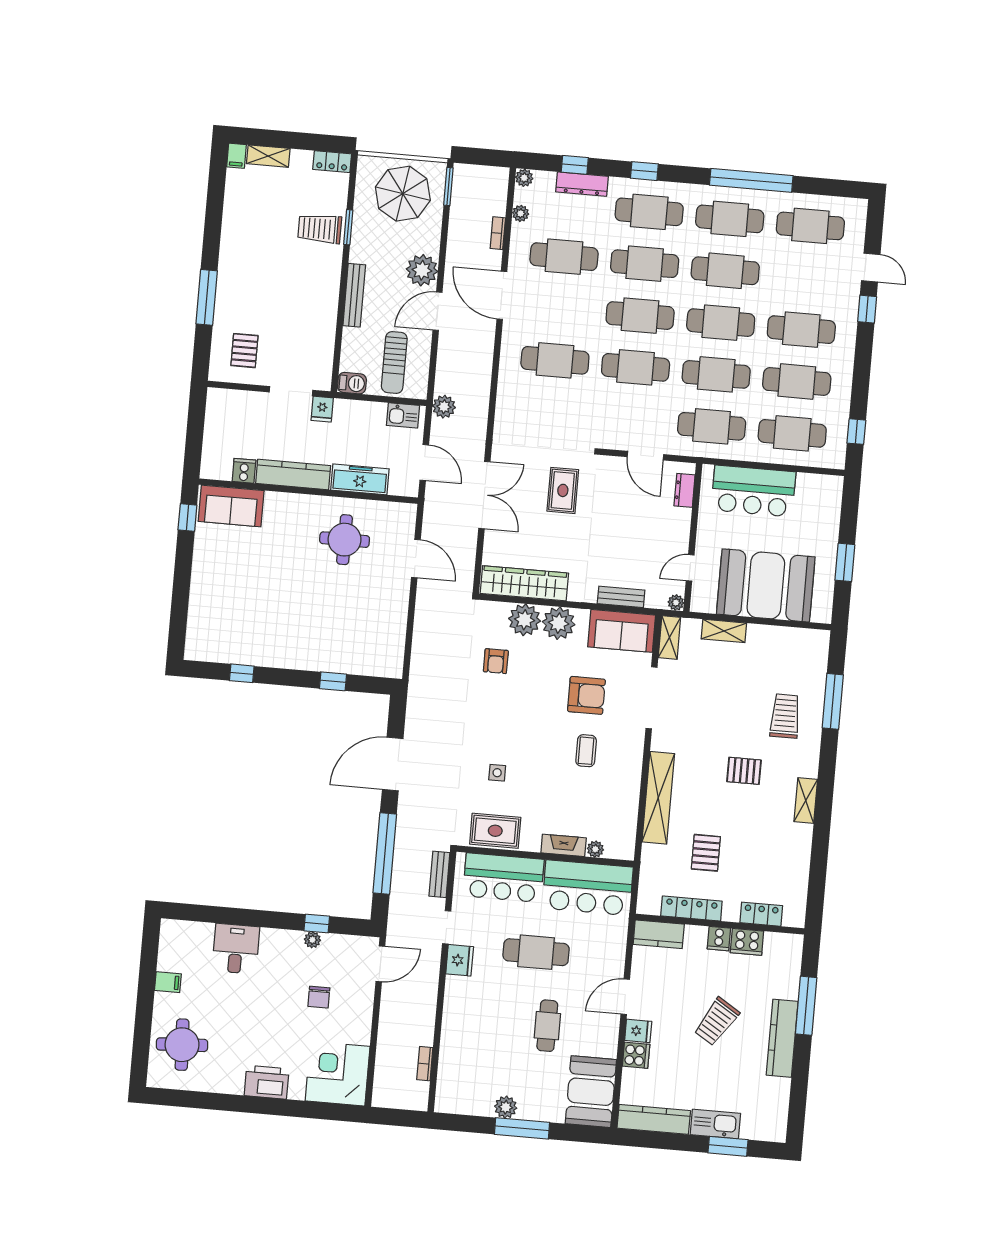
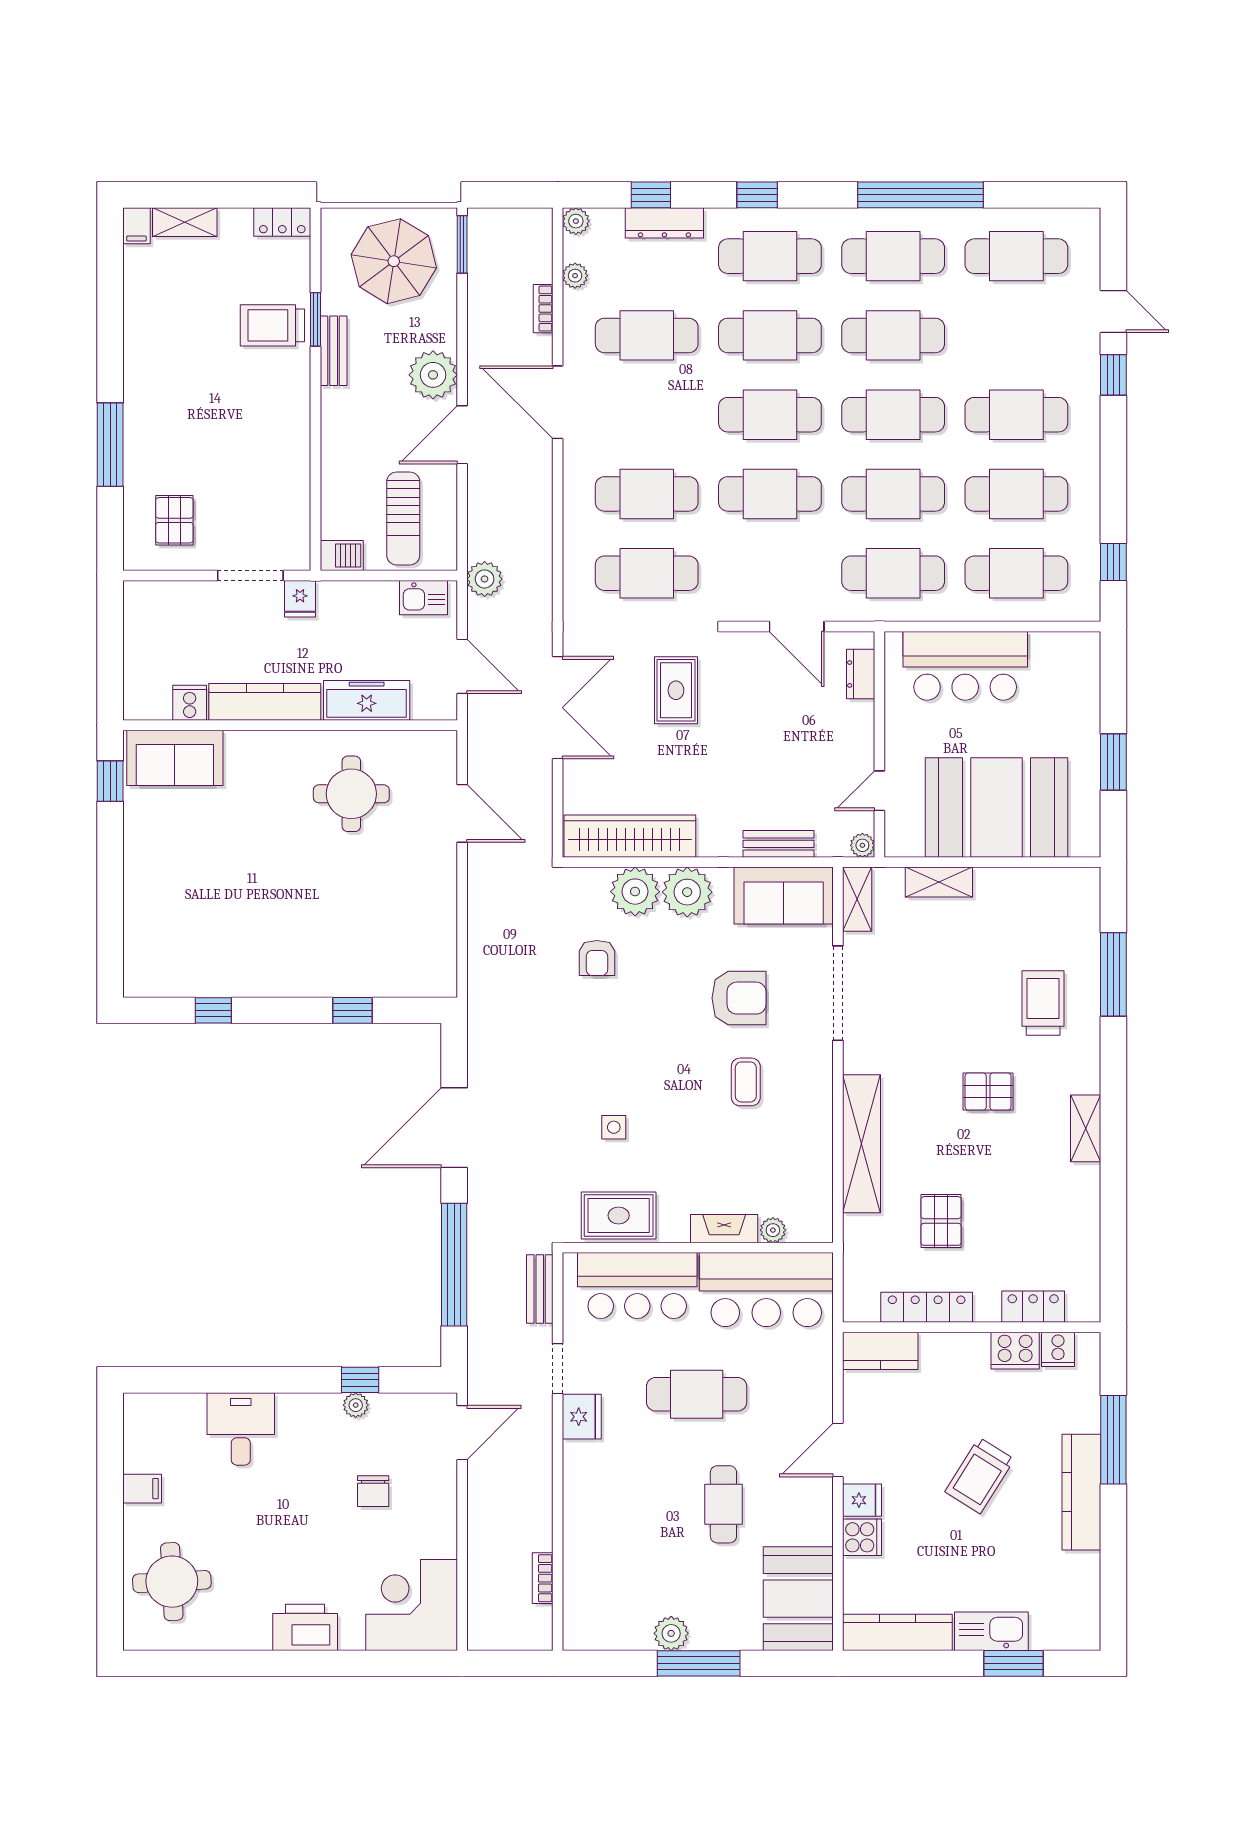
bench: (354, 295) -> (334, 351), moved, width x0.73
cafe table: (550, 412) -> (647, 573), added
cooker: (719, 939) -> (1058, 1349), moved

